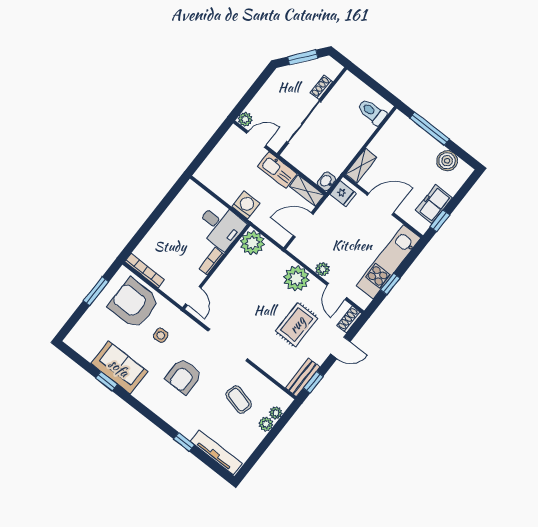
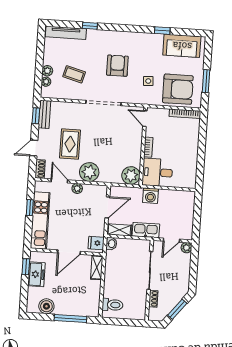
sofa: (119, 368) -> (182, 46), moved

